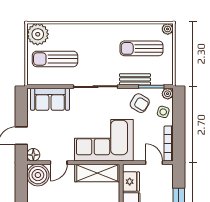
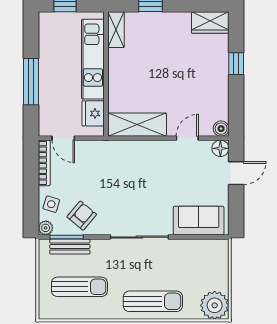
plant: (168, 29) -> (46, 312), removed
sun lounger: (55, 59) -> (153, 301), moved
bench: (135, 79) -> (70, 247), moved
armchair: (140, 103) -> (82, 216), turned 99
corner sofa: (104, 140) -> (128, 167), removed
boiler: (38, 175) -> (221, 129), width x0.54, depth x0.54

